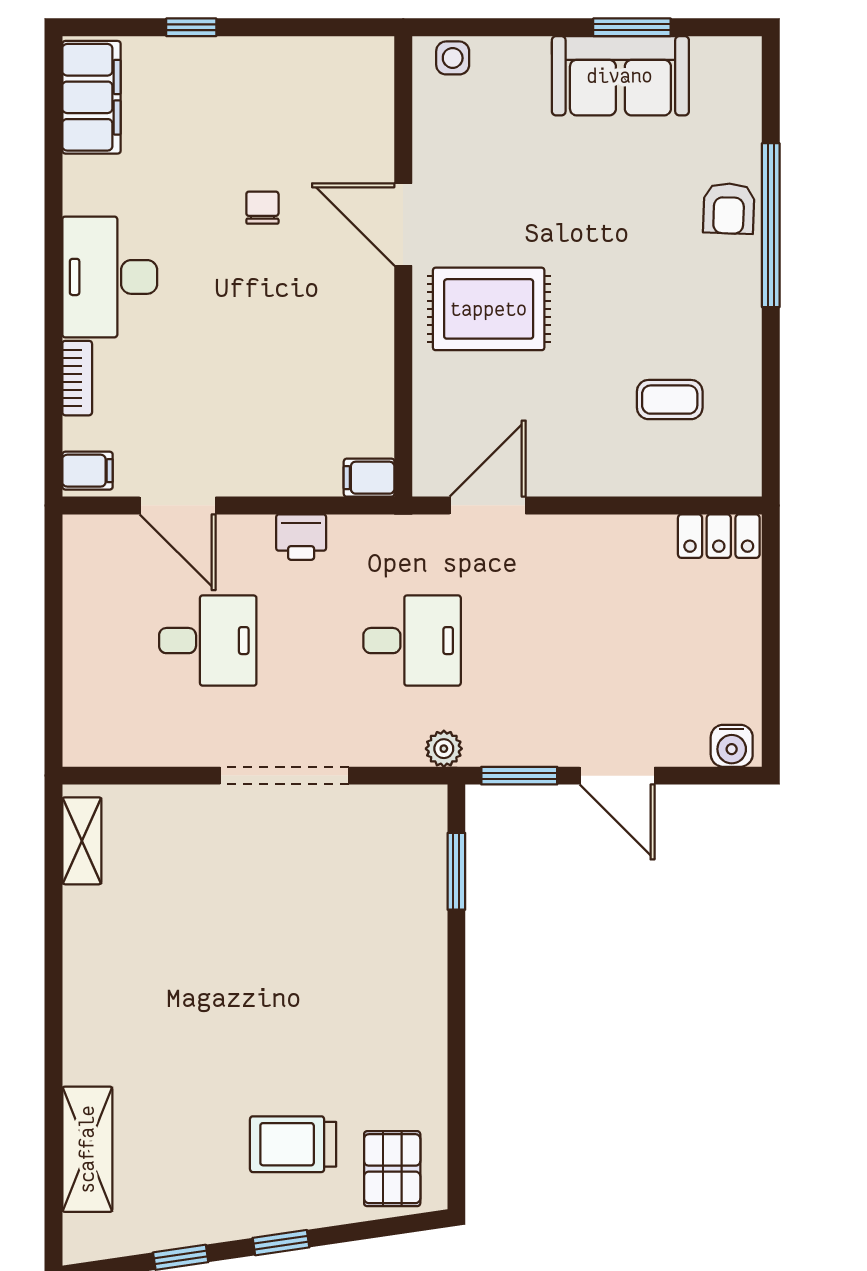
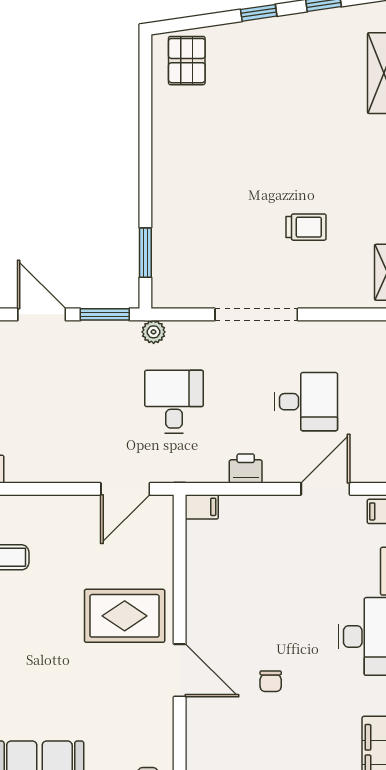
door: (178, 505) -> (325, 489), hinge flipped
desk: (208, 641) -> (306, 402), turned 180
desk: (412, 641) -> (174, 402), turned 90
trolley: (293, 1144) -> (306, 227), moved, width x0.73, depth x0.72

